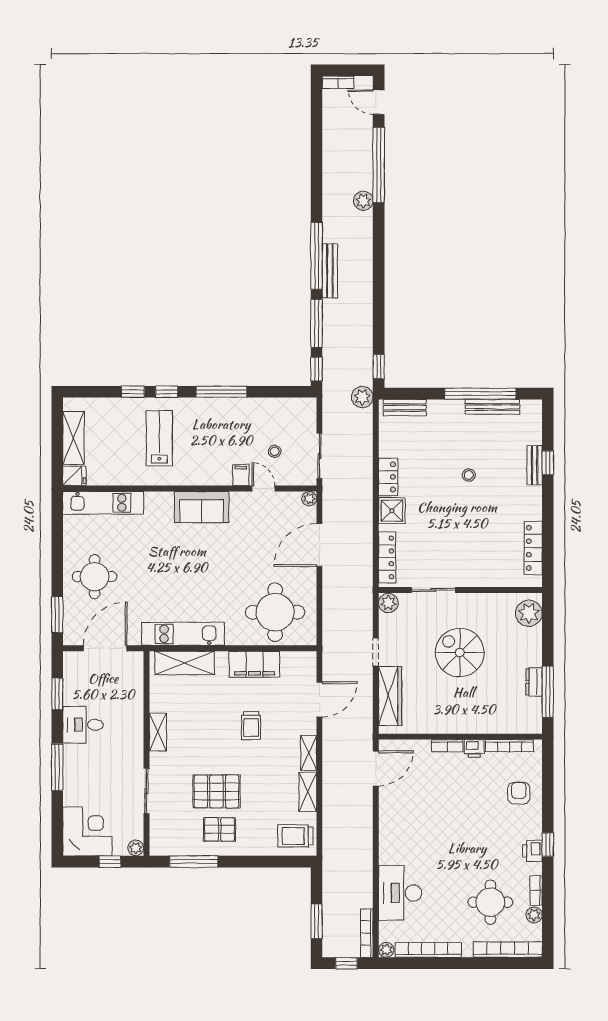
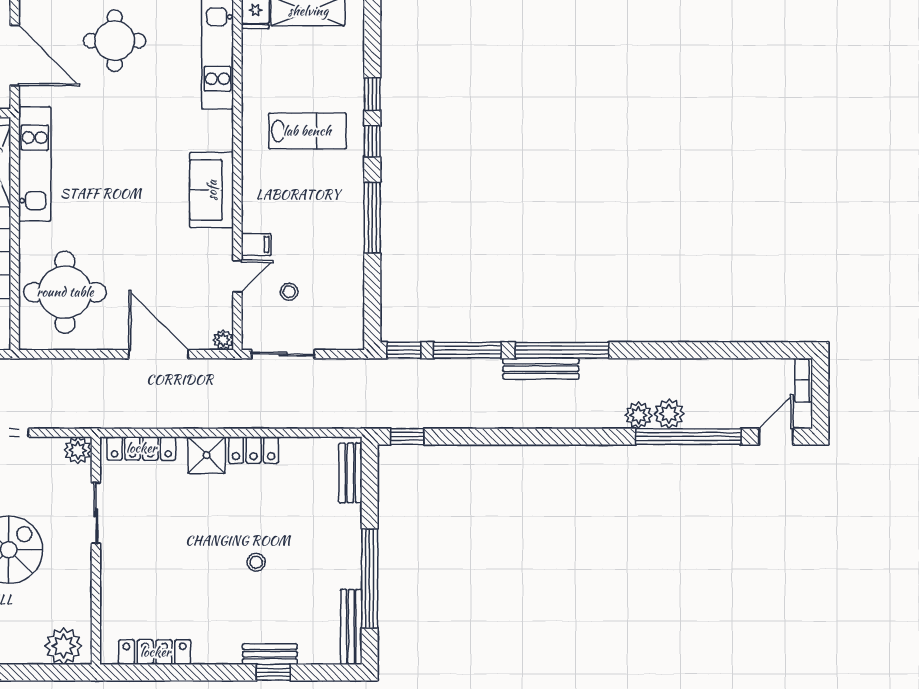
plant: (362, 397) -> (669, 414), moved
bench: (492, 407) -> (351, 627), moved

